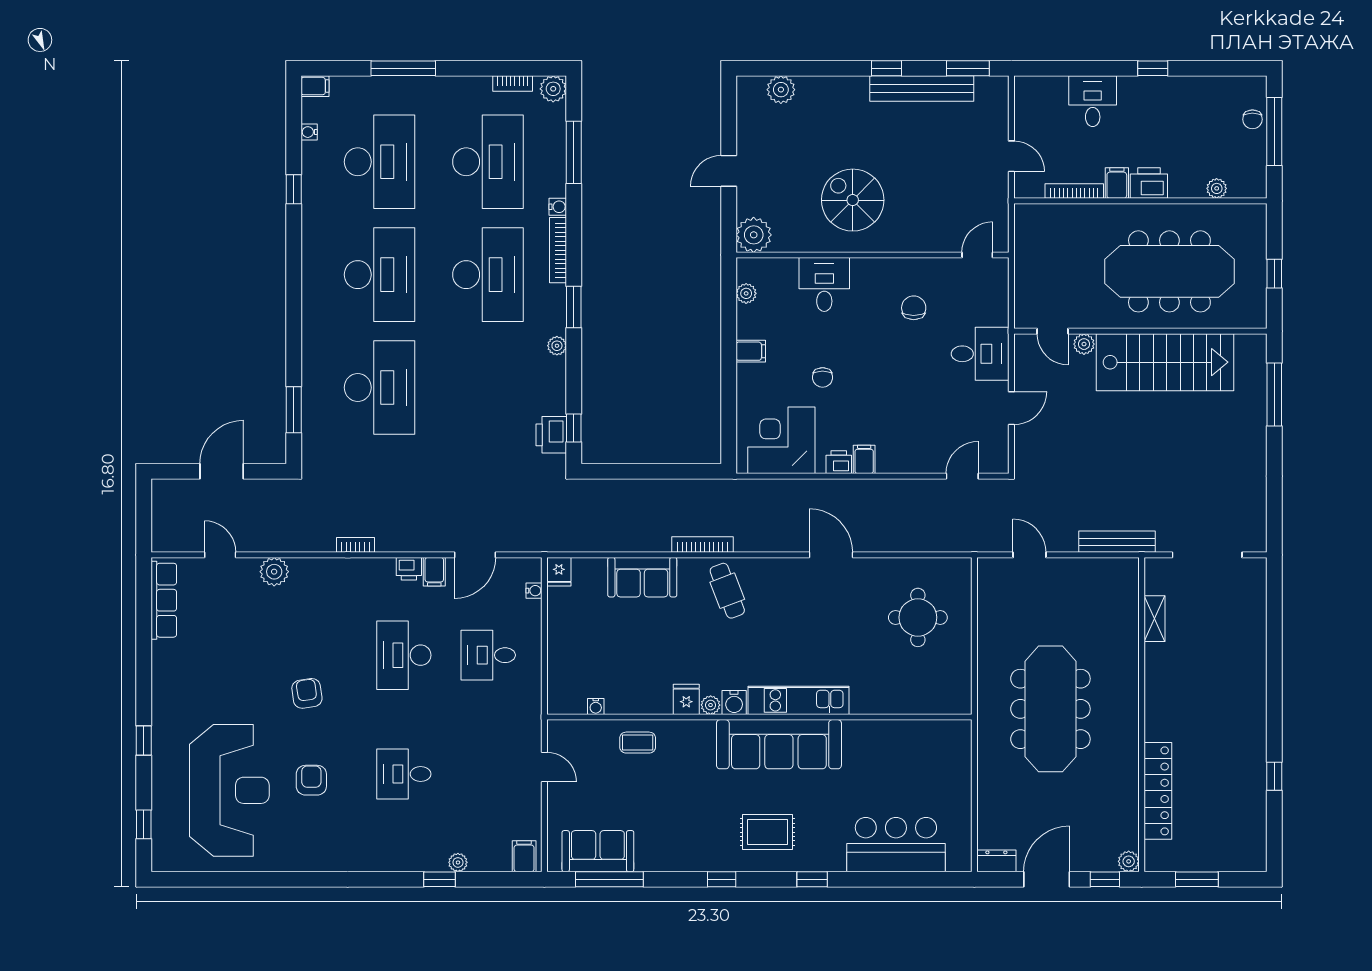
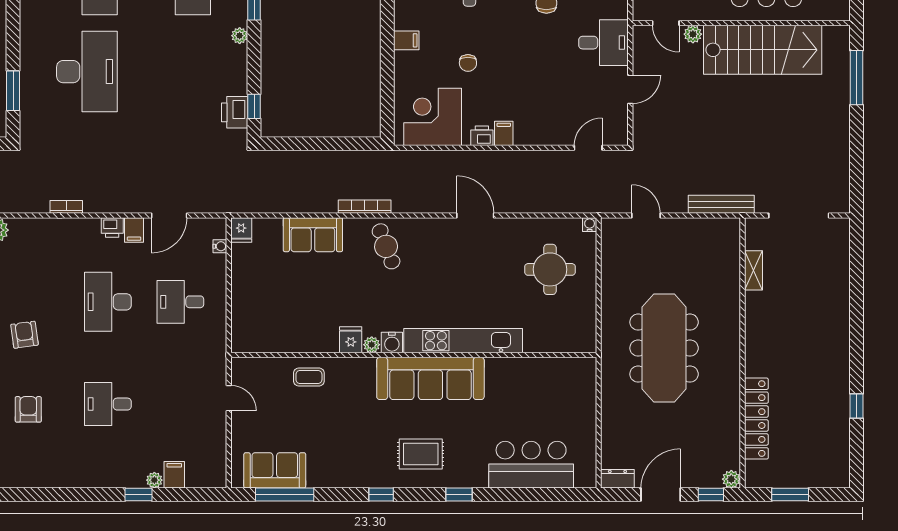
kitchen unit: (799, 700) -> (463, 341), width x1.36
water cooler: (596, 706) -> (590, 225), moved, turned 180
filing cabinet: (524, 856) -> (174, 475), moved

